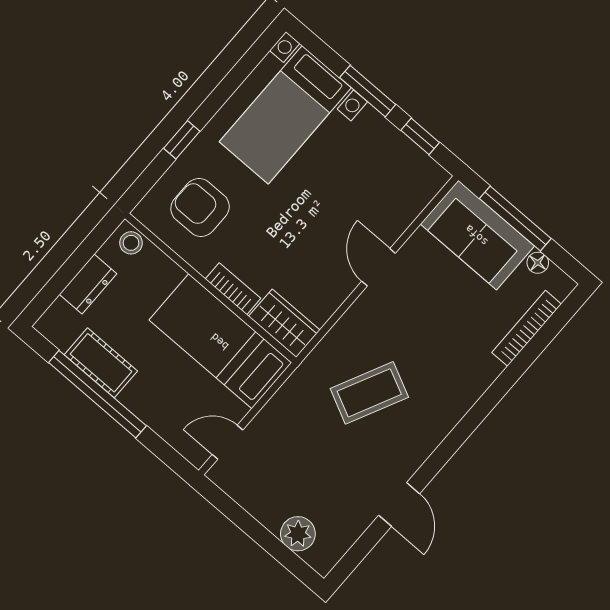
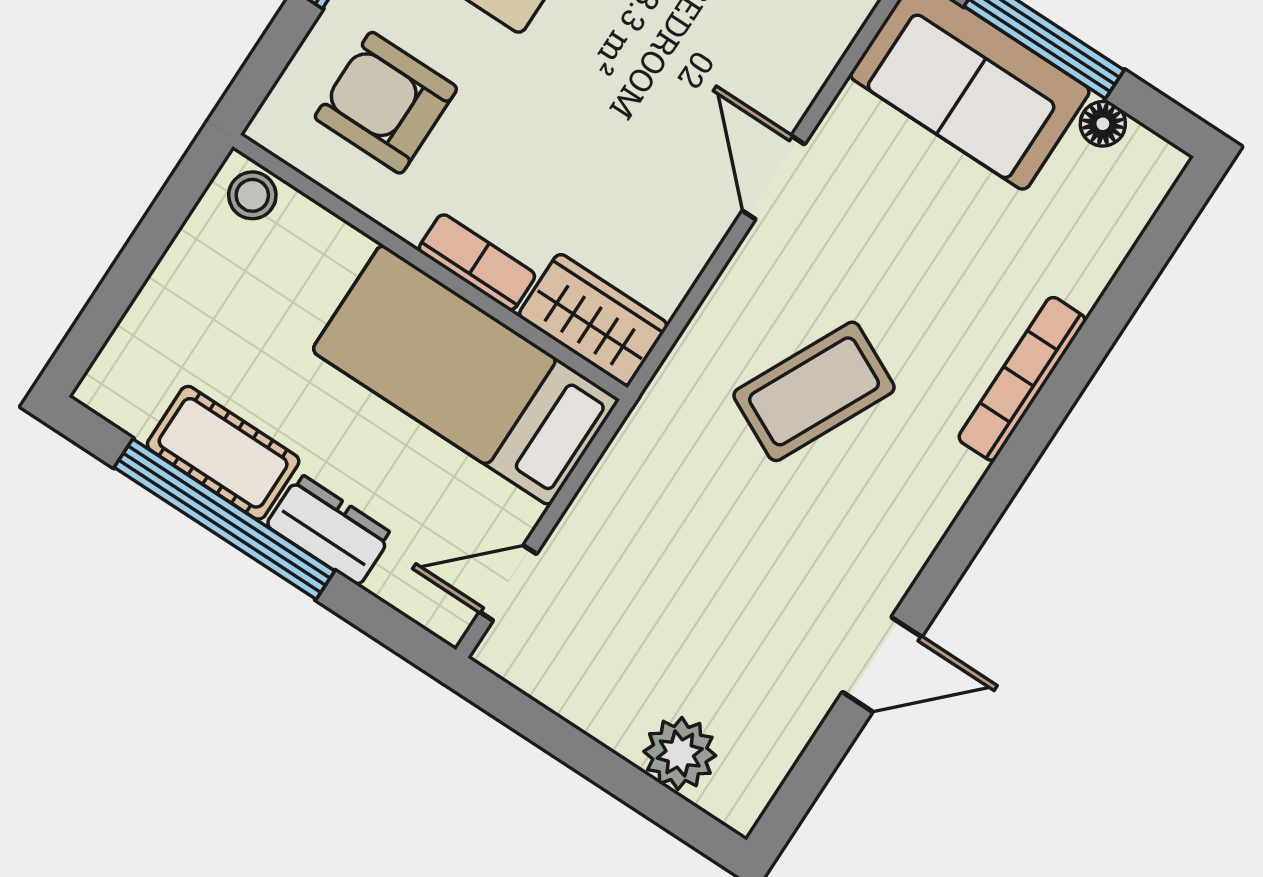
dresser: (88, 284) -> (329, 530), moved, turned -90
bookcase: (527, 328) -> (1022, 379), moved
coffee table: (369, 393) -> (814, 391), moved
door: (399, 504) -> (882, 664), hinge flipped

